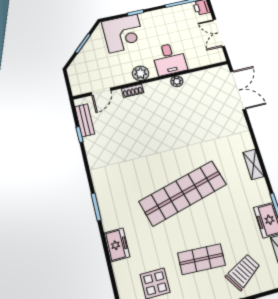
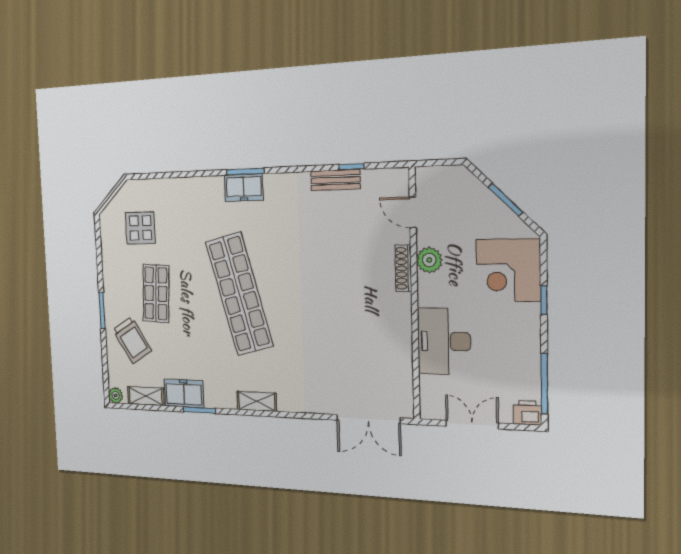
desk: (169, 59) -> (444, 341), width x1.37
plant: (141, 73) -> (429, 260), moved
plant: (177, 81) -> (403, 333), removed
shoe rack: (133, 91) -> (403, 268), width x1.43
bench: (85, 120) -> (335, 180), moved
freezer: (117, 245) -> (244, 188), moved

